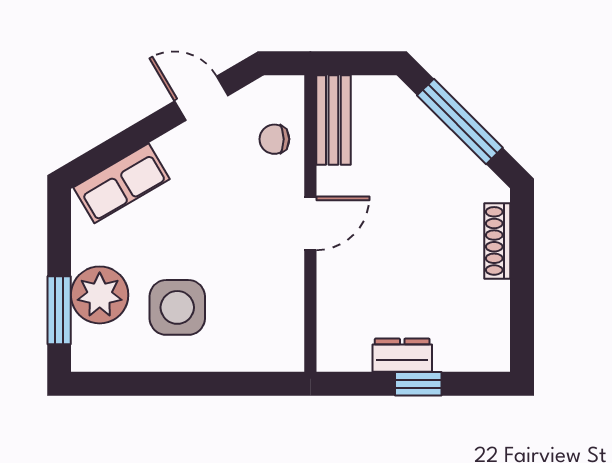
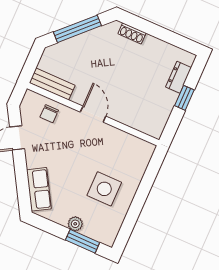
shoe rack: (497, 241) -> (132, 33), width x0.70
plant: (100, 295) -> (75, 224), width x0.53, depth x0.53
dresser: (402, 355) -> (178, 77), moved

